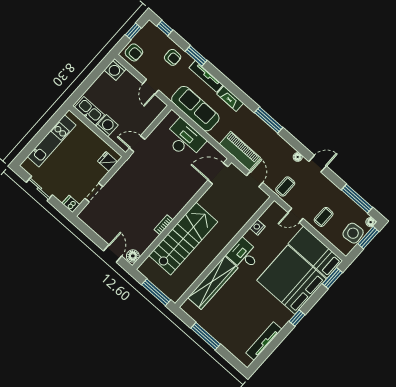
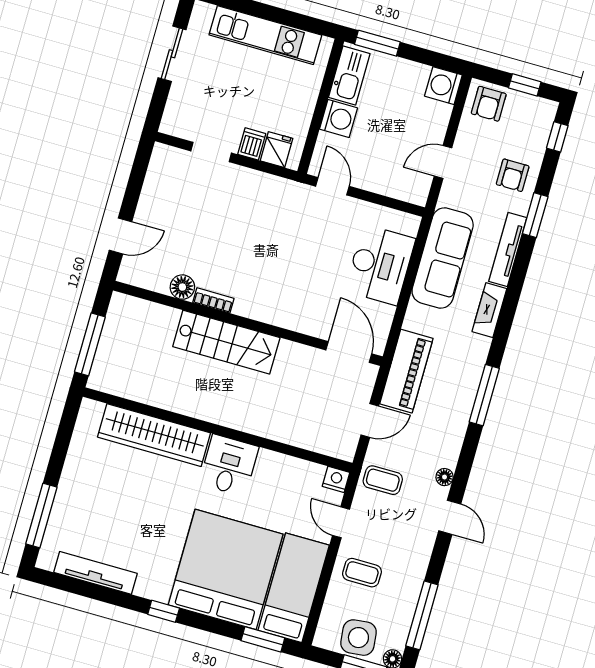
window: (81, 91) -> (377, 43), added
dishwasher: (71, 204) -> (252, 144), moved
nightstand: (257, 227) -> (336, 479), moved
stairs: (183, 239) -> (226, 342), width x0.73, depth x0.66
floor lamp: (133, 256) -> (182, 287), moved
window: (206, 336) -> (41, 516), moved

